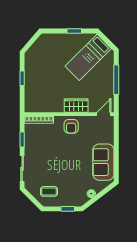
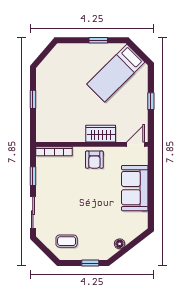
window: (116, 80) -> (151, 101), width x0.46
sofa: (103, 162) -> (135, 188), moved

